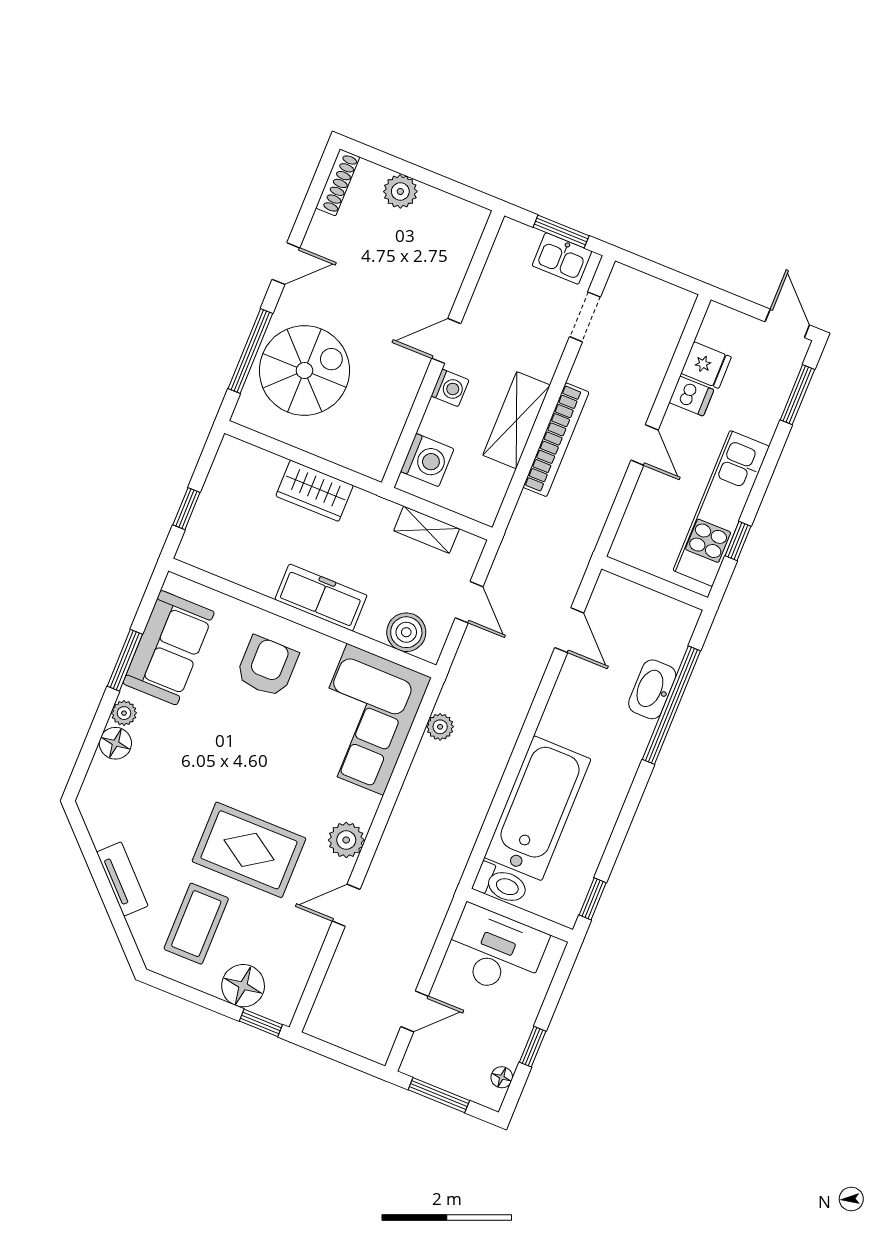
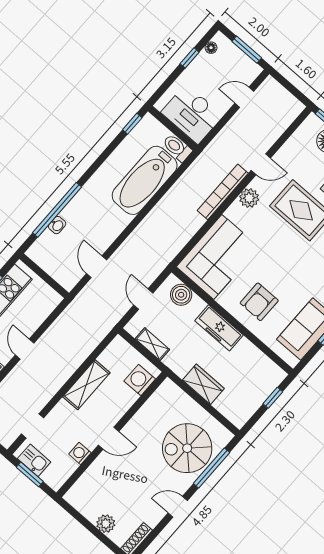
washing machine: (450, 388) -> (80, 453), moved
bookcase: (556, 440) -> (223, 192), moved
washbasin: (652, 689) -> (57, 225), width x0.52, depth x0.69
plant: (440, 727) -> (180, 240), removed

